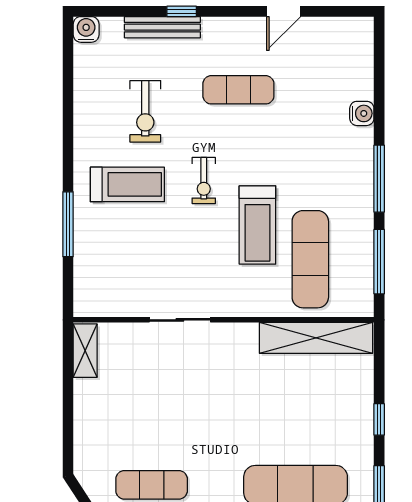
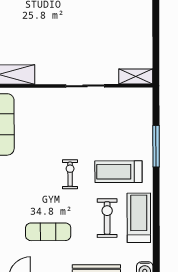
treadmill: (257, 225) -> (139, 218), moved
shelving: (85, 351) -> (136, 77), moved, turned 90

